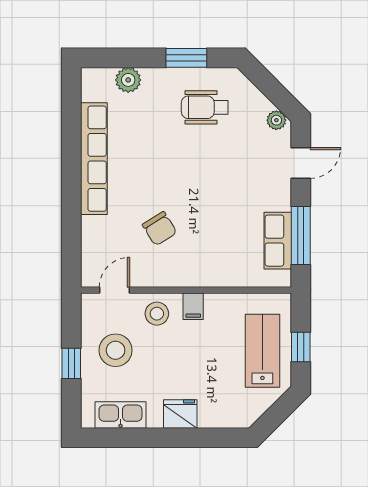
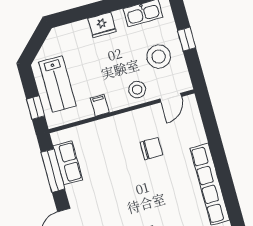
chair: (160, 229) -> (151, 149), turned 122
filing cabinet: (193, 306) -> (100, 105), moved
window: (301, 347) -> (36, 108), moved

